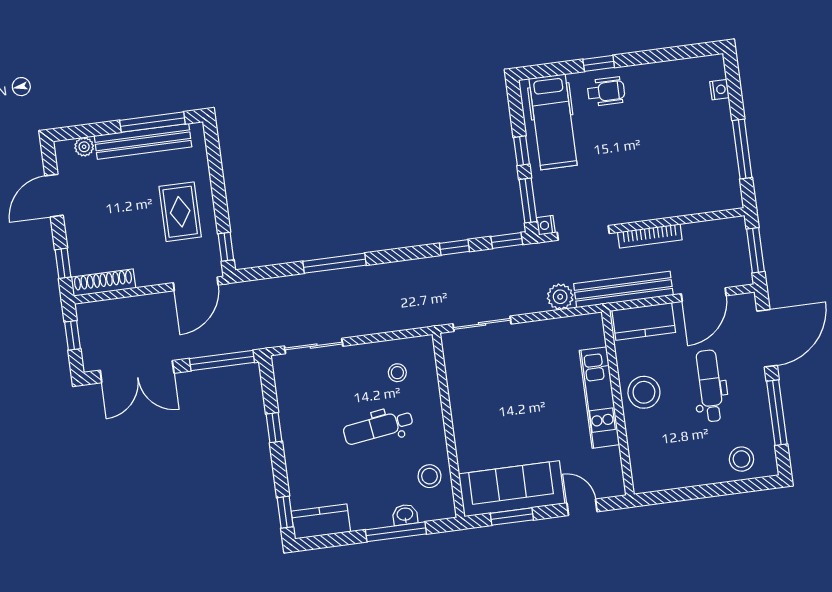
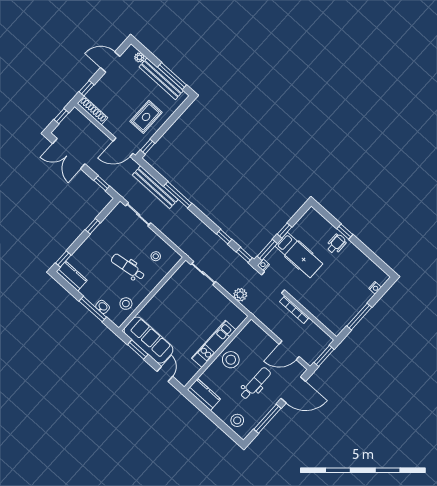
wheelchair: (606, 91) -> (336, 244), turned -90
hospital bed: (553, 122) -> (299, 255), moved, turned -90
bench: (623, 289) -> (155, 187), moved
kitchen counter: (644, 321) -> (204, 394), moved, turned 180
window: (222, 361) -> (102, 183), width x0.46

